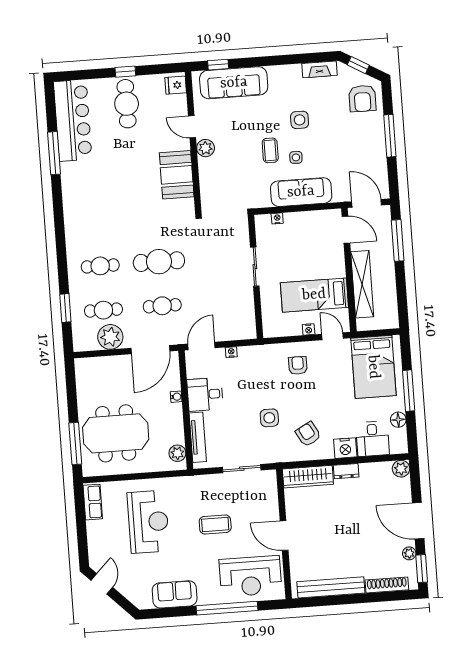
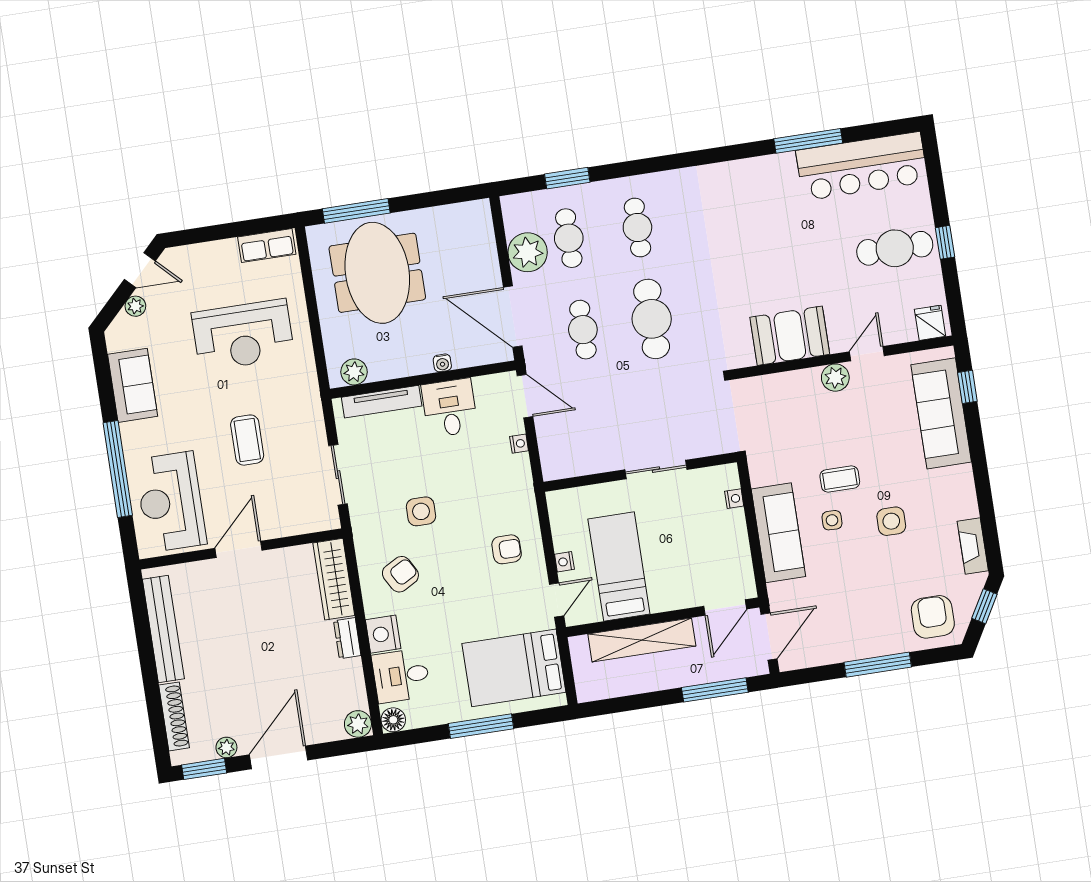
armchair: (362, 98) -> (933, 617), turned 90
floor lamp: (398, 420) -> (393, 720), moved
plant: (124, 589) -> (135, 306), added

